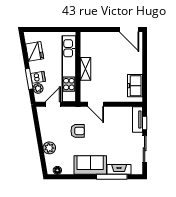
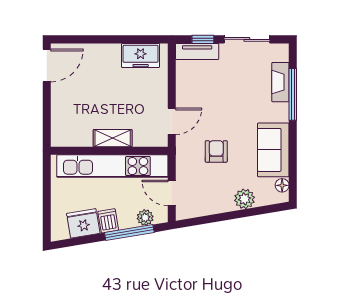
dishwasher: (38, 77) -> (108, 221), moved
window: (29, 79) -> (129, 233), width x1.44
sofa: (90, 165) -> (273, 150), moved

